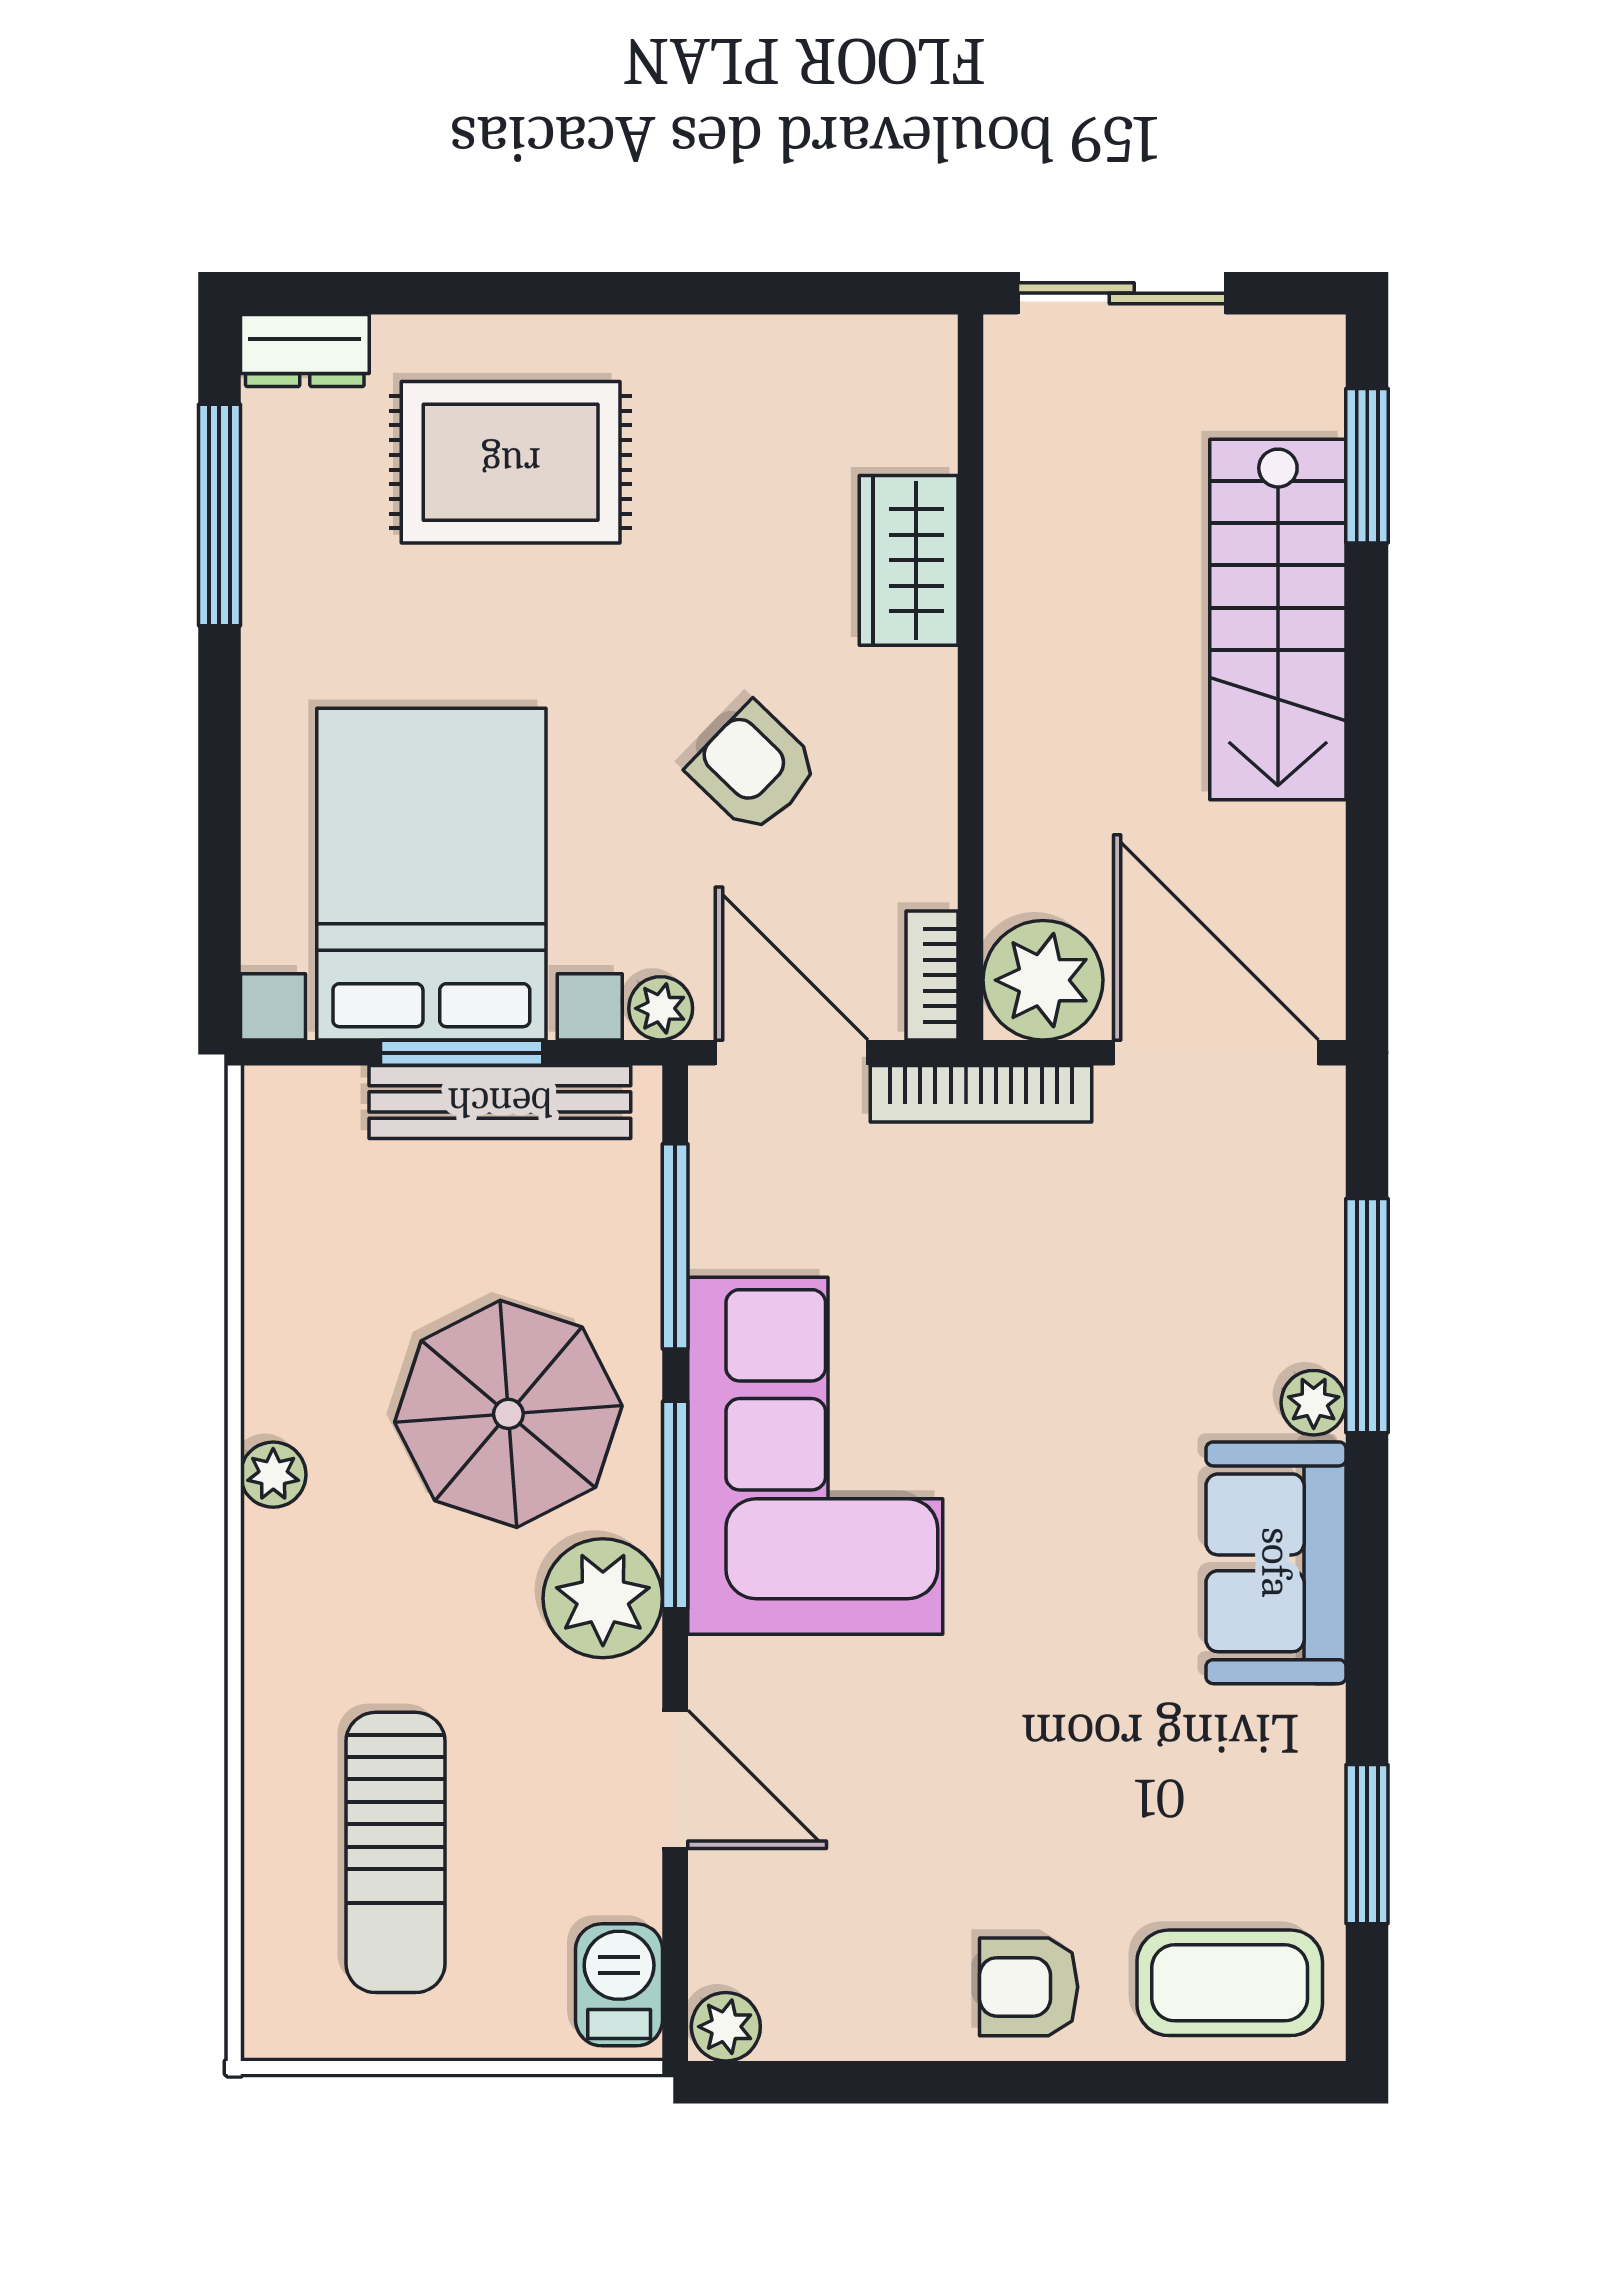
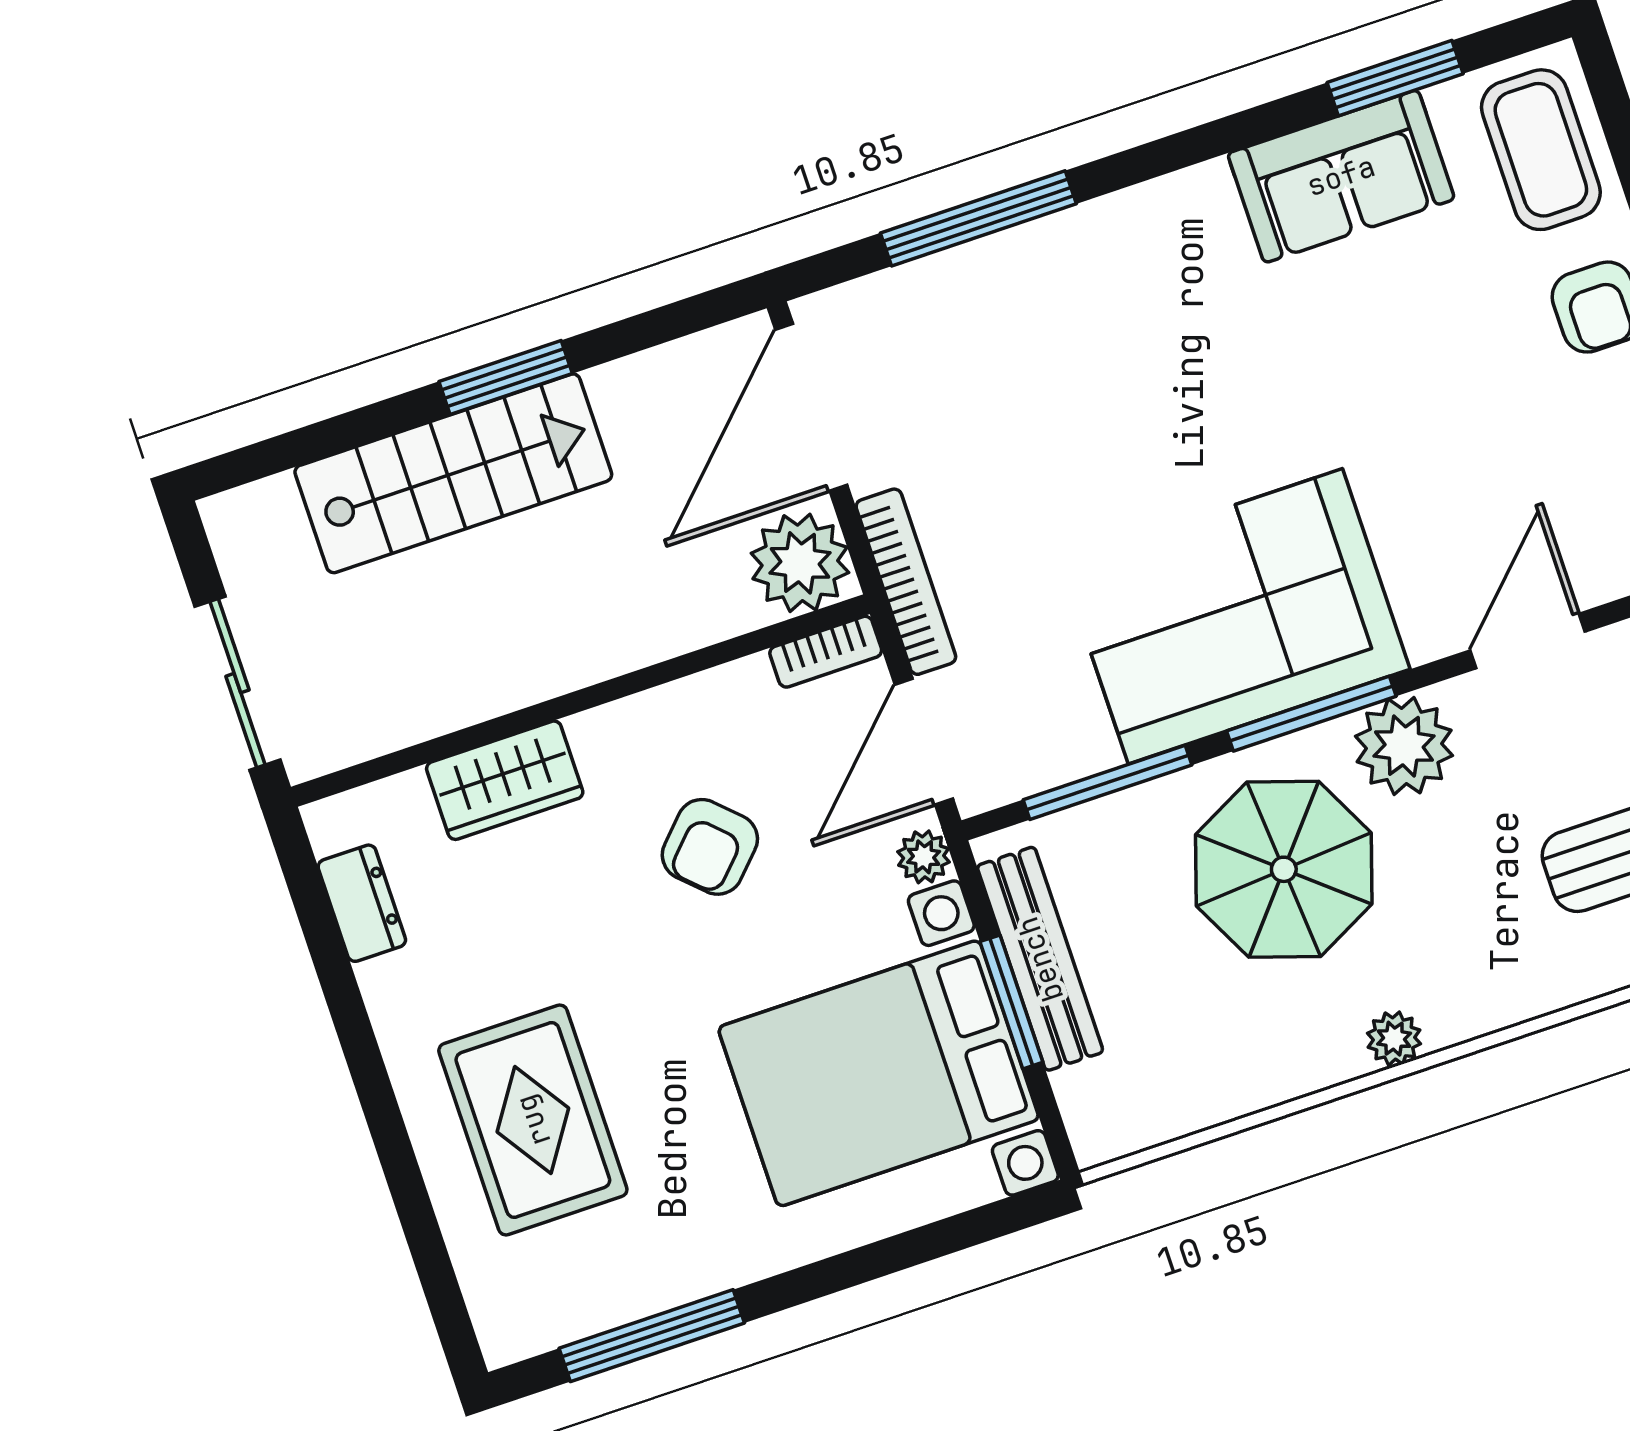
dresser: (305, 350) -> (362, 903), moved
window: (1367, 466) -> (506, 378), moved
plant: (1314, 1403) -> (1061, 237), removed
sofa: (1276, 1563) -> (1341, 176), moved

